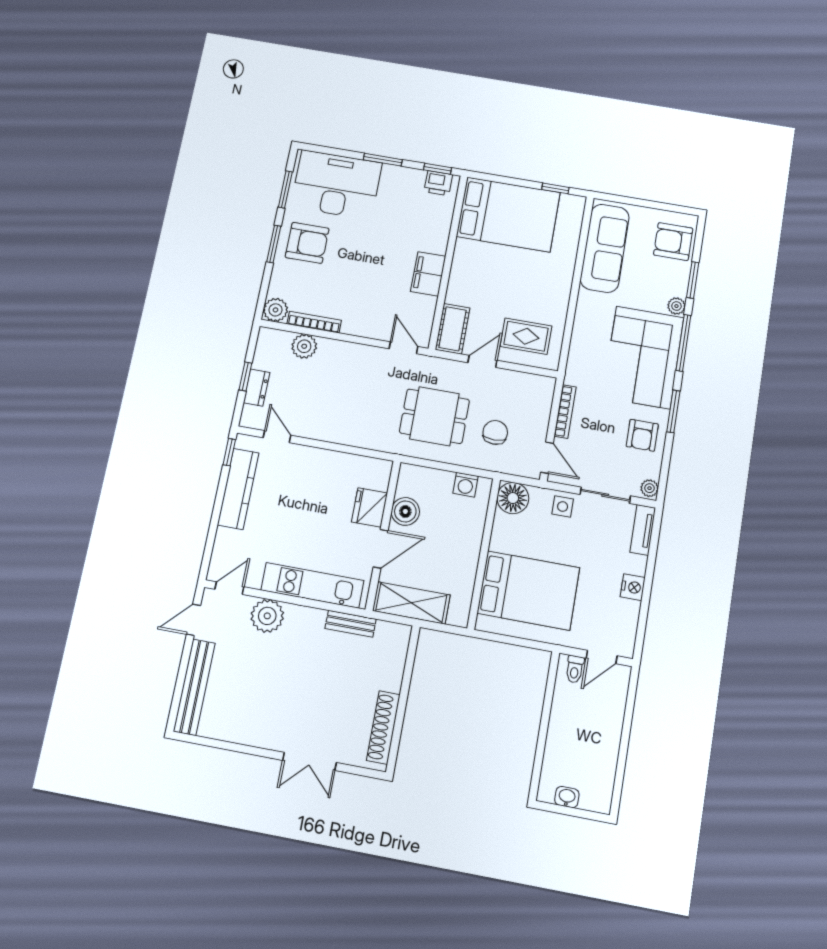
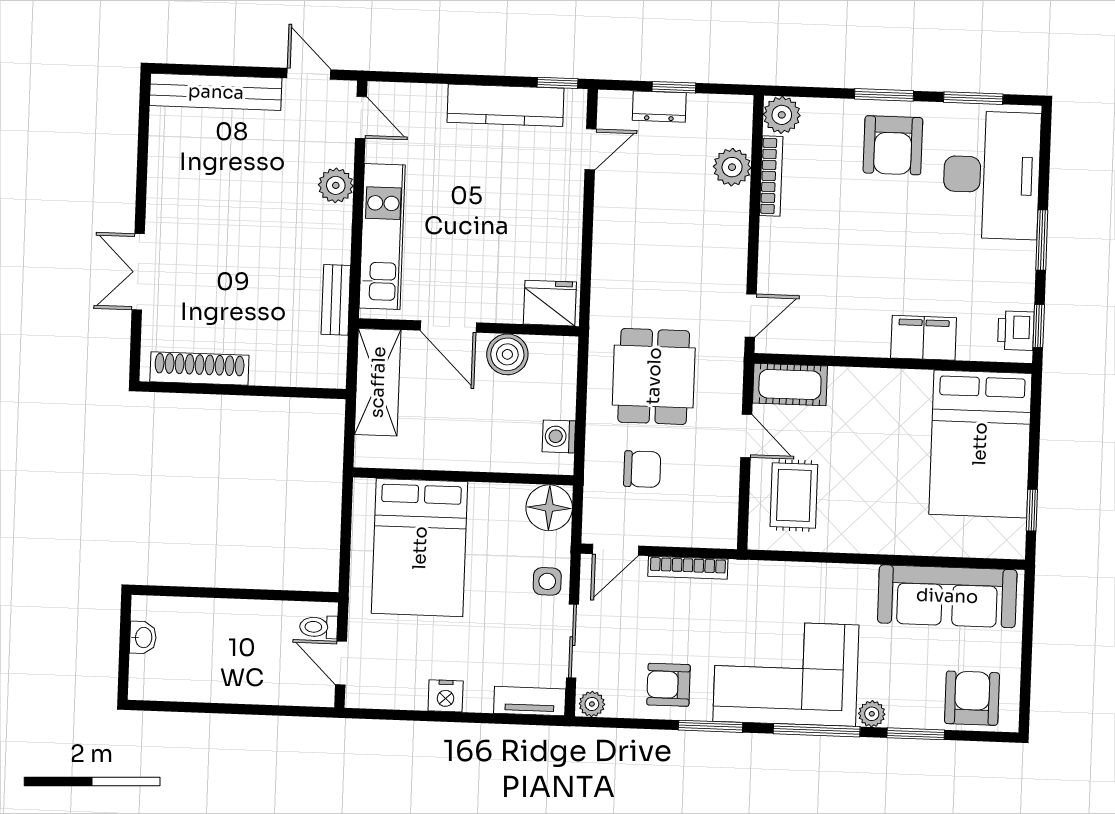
filing cabinet: (428, 274) -> (924, 338), moved
fridge: (370, 507) -> (550, 303), moved
plant: (267, 616) -> (336, 185), width x0.73, depth x0.73

